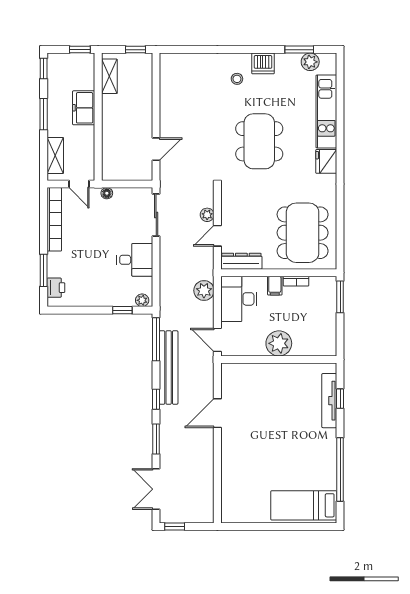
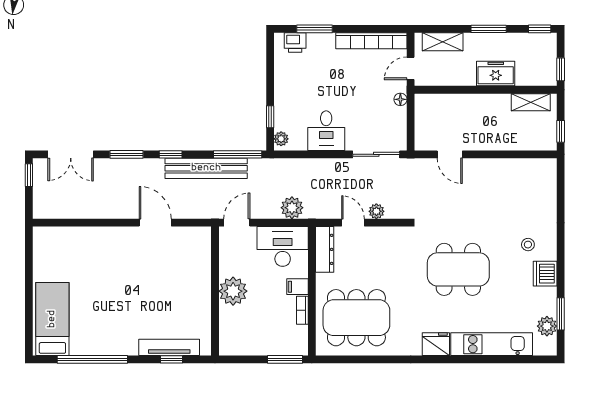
double door: (156, 489) -> (71, 154), swing flipped

